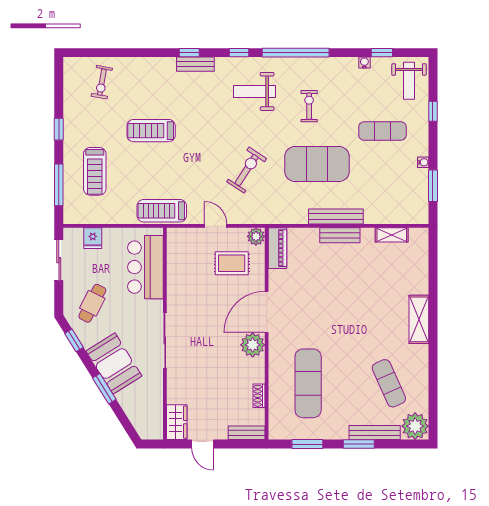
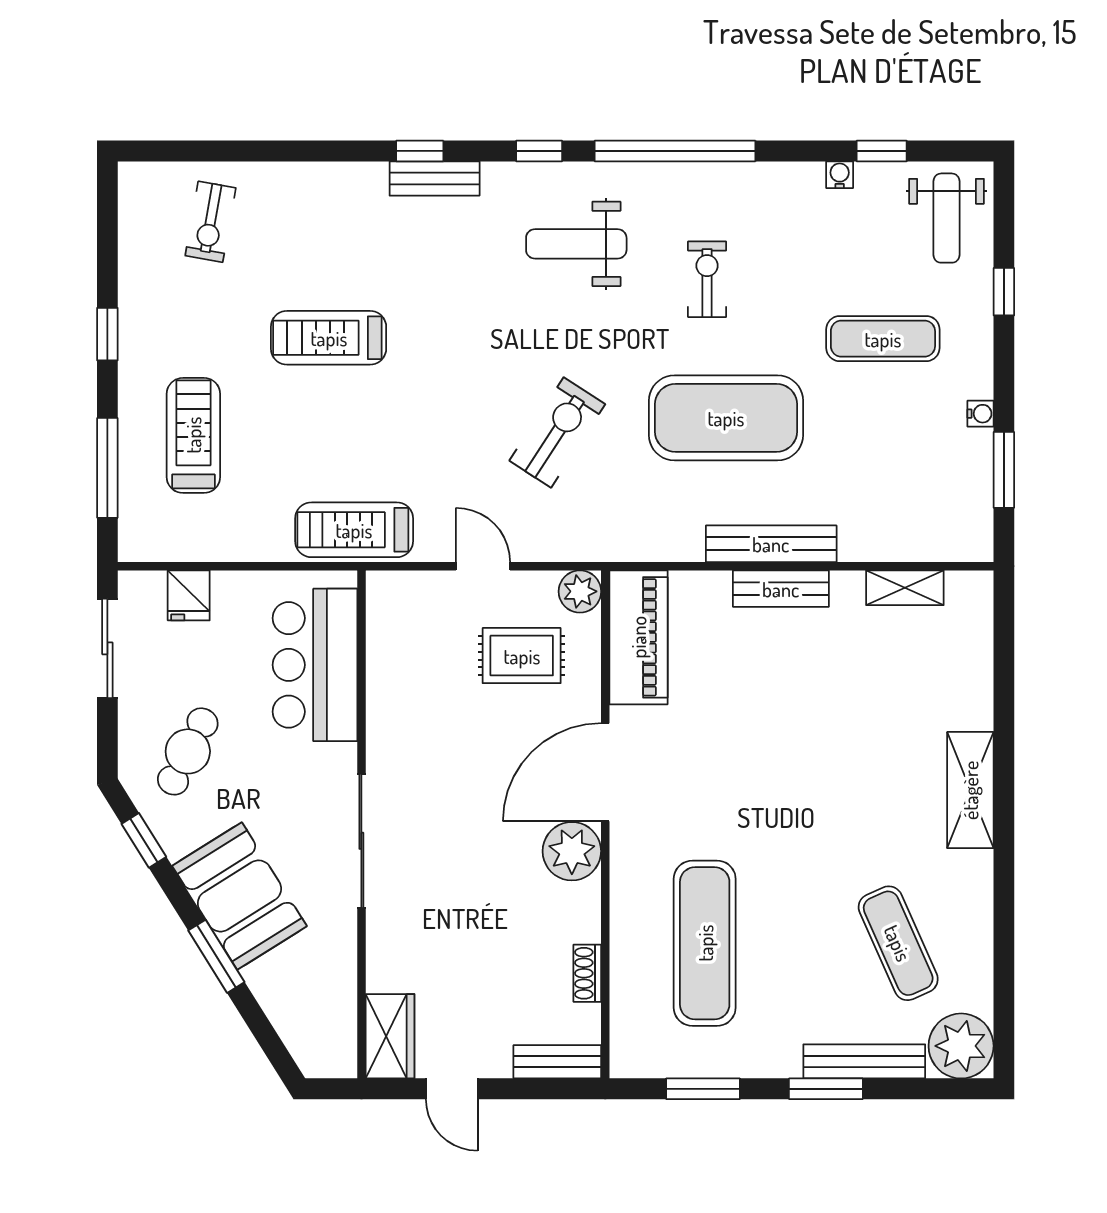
treadmill: (95, 171) -> (193, 435), turned 180
piano: (277, 248) -> (638, 637), width x1.37, depth x1.33

